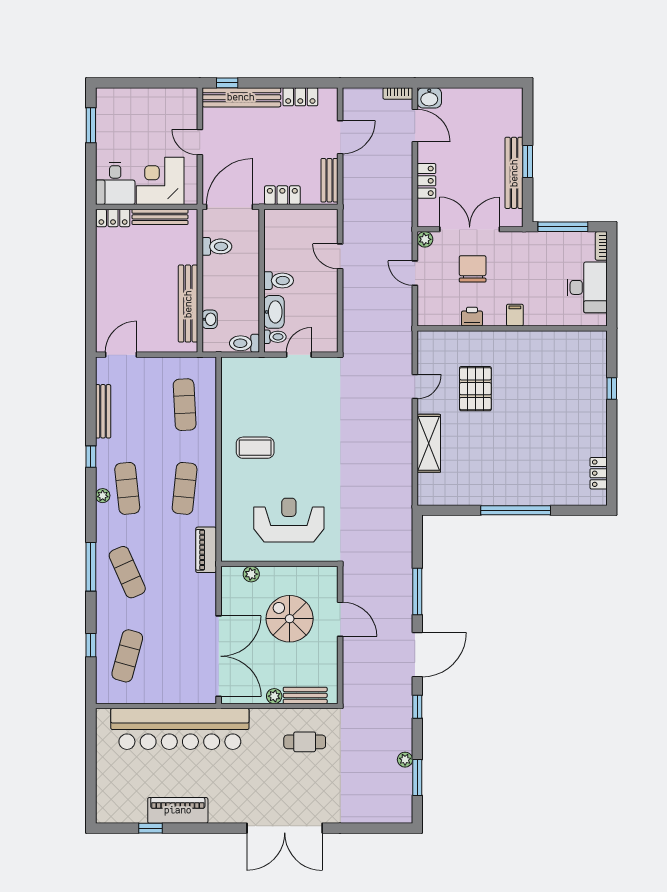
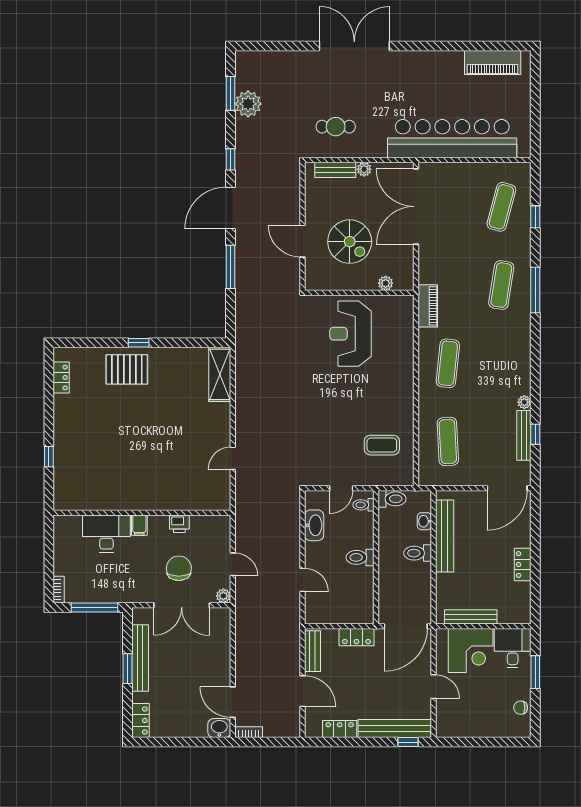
chair: (107, 120) -> (521, 708), added
window: (91, 125) -> (535, 672), moved
door: (340, 137) -> (303, 691), swing flipped
locker: (426, 181) -> (140, 720), moved, turned 180
locker: (113, 218) -> (523, 565), moved, turned -90
toilet: (217, 246) -> (418, 553), moved
chair: (473, 269) -> (179, 568), turned 180
desk: (587, 287) -> (106, 534), moved, turned 90
washbasin: (274, 312) -> (314, 525), moved, turned 180
door: (121, 355) -> (507, 488), width x1.36
pallet: (475, 389) -> (127, 369), moved, turned 90
shelving: (429, 443) -> (220, 374), moved
coffee table: (255, 448) -> (382, 445), moved
window: (91, 457) -> (535, 434), moved
exercise mat: (127, 488) -> (501, 363), removed
plant: (103, 496) -> (524, 402), moved
window: (516, 510) -> (139, 343), width x0.32
reception desk: (289, 520) -> (350, 334), turned 90
exercise mat: (127, 572) -> (501, 285), turned 33
plant: (405, 760) -> (248, 104), width x1.88, depth x1.88
piano: (178, 810) -> (493, 63), moved
window: (151, 828) -> (480, 46), removed

